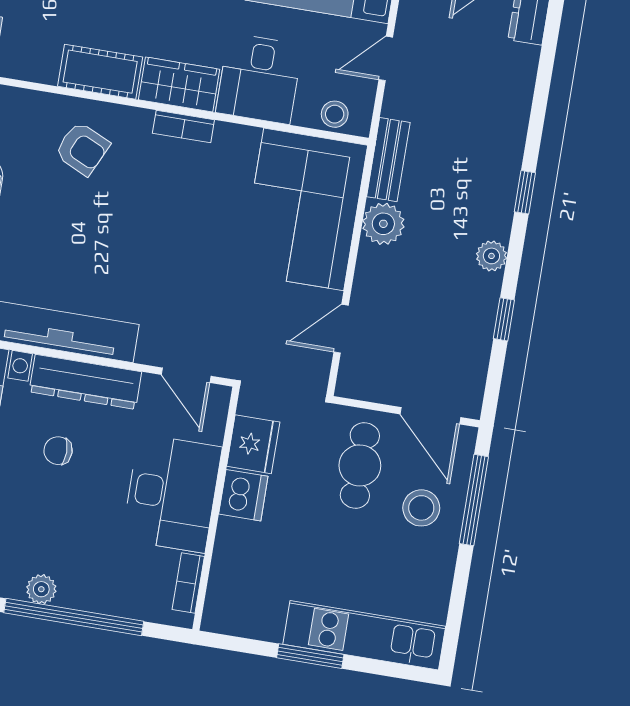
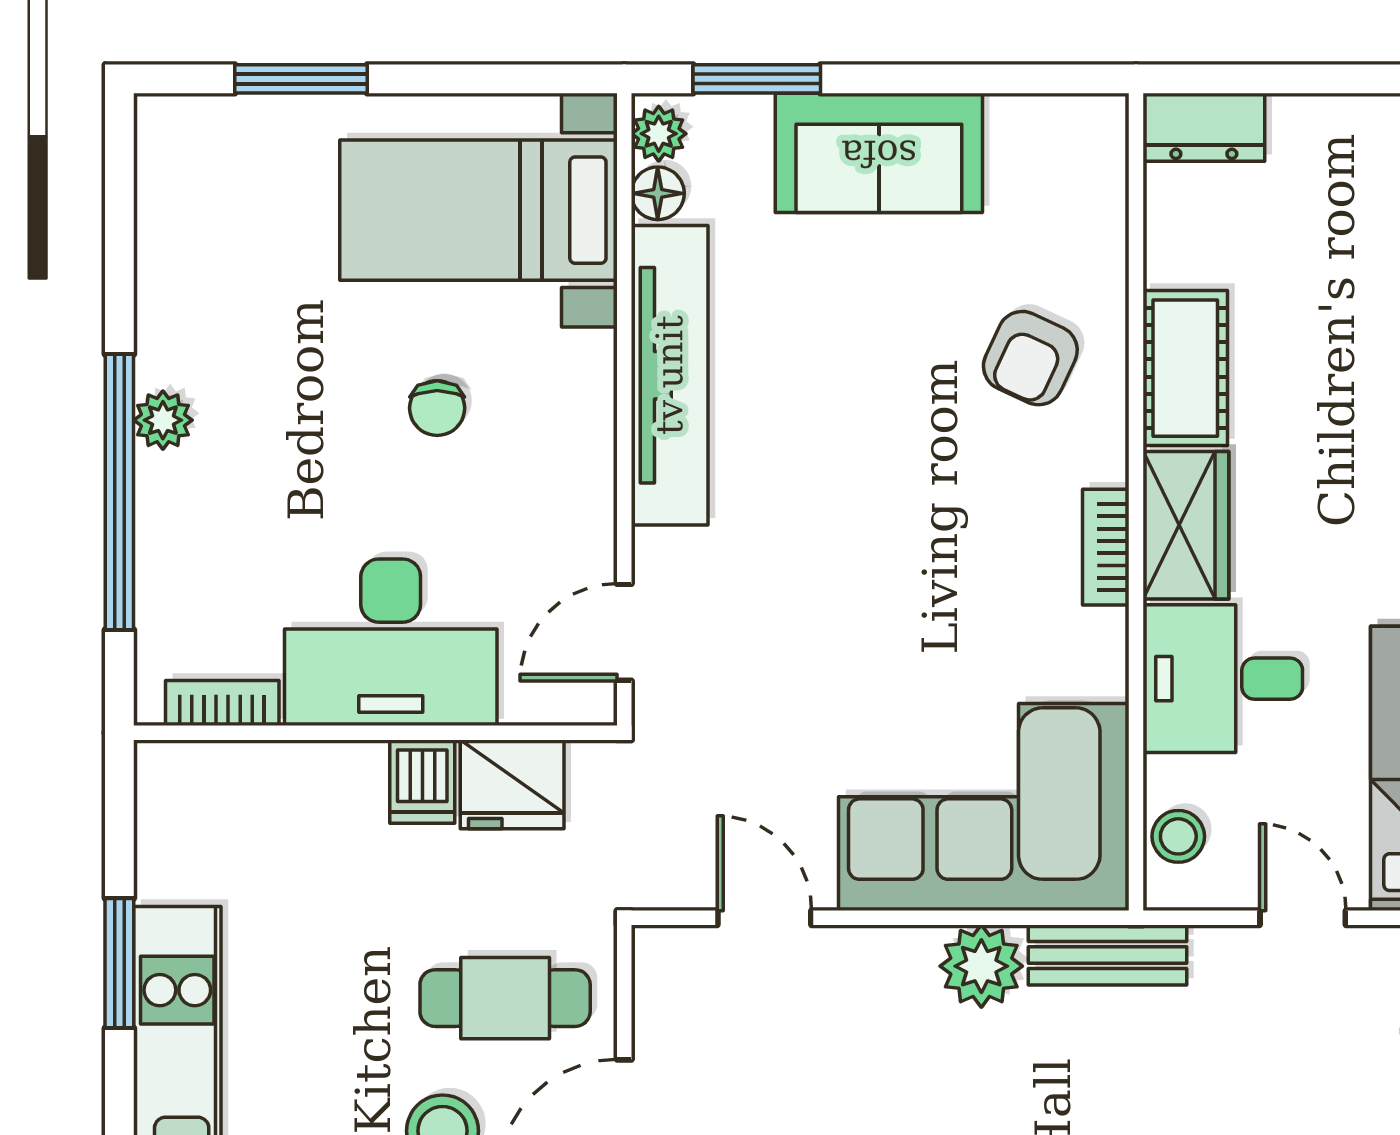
dresser: (85, 382) -> (579, 439), removed
chair: (58, 451) -> (437, 408), turned 180
dishwasher: (243, 495) -> (422, 782), width x0.73

